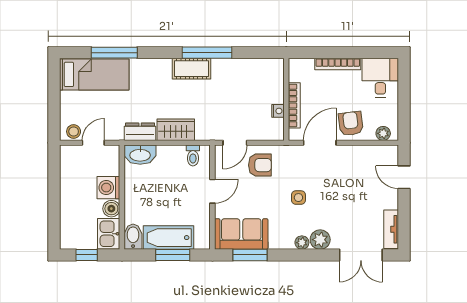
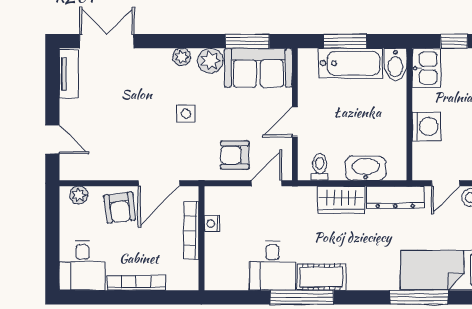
desk: (230, 78) -> (272, 266), added
dresser: (140, 132) -> (395, 197), width x1.44
washbasin: (140, 155) -> (366, 168), moved
boiler: (111, 209) -> (423, 100), removed
plant: (320, 240) -> (210, 61), moved

